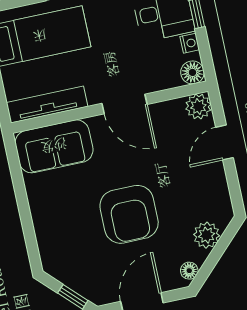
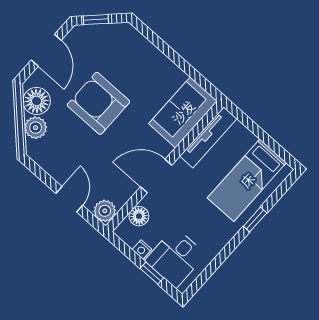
floor lamp: (192, 72) -> (139, 216), moved
floor lamp: (189, 271) -> (37, 101), width x1.89, depth x1.89

